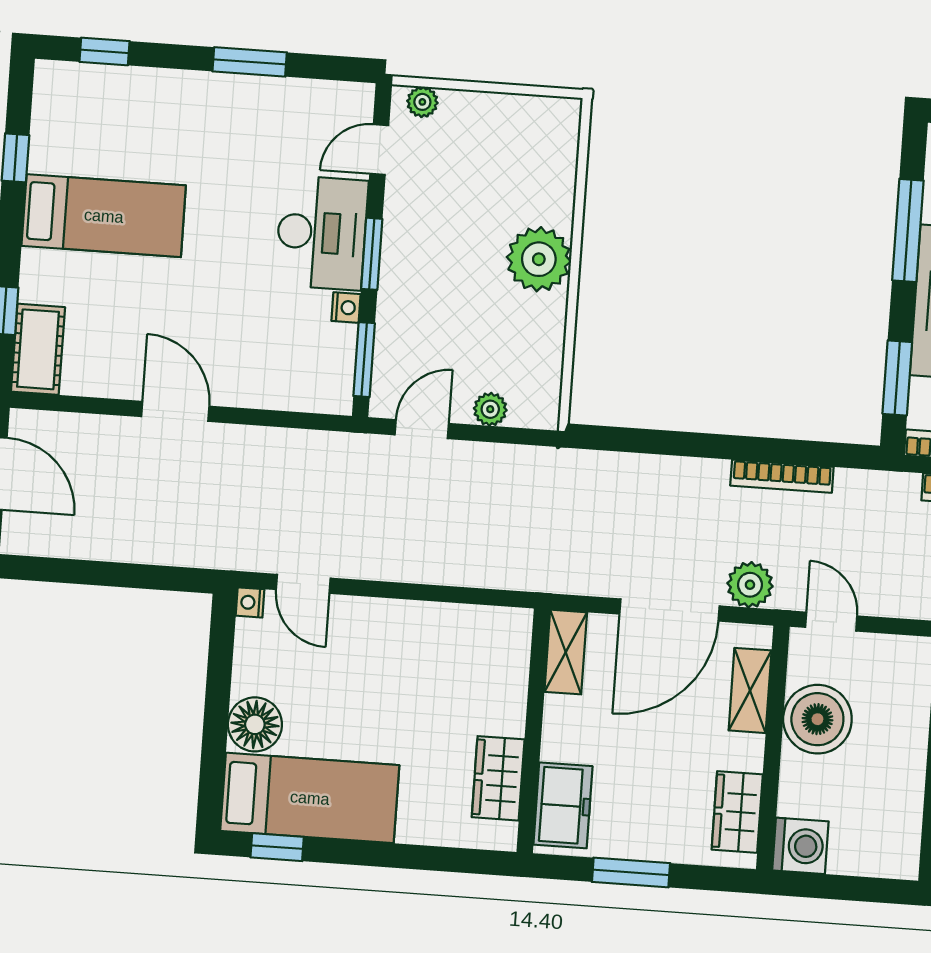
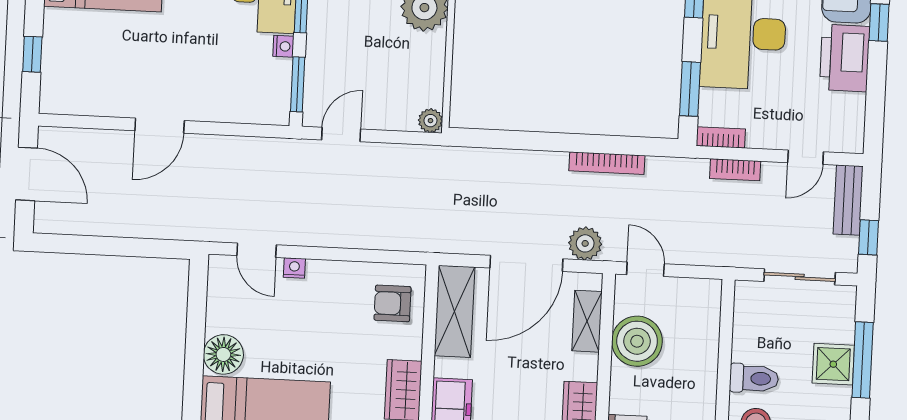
cot: (38, 349) -> (58, 82), removed
plant: (490, 409) -> (430, 121), moved
door: (175, 411) -> (160, 126), swing flipped
nightstand: (250, 602) -> (294, 268), moved, turned 90
shelving: (566, 652) -> (455, 311), width x1.50, depth x1.33
armchair: (486, 660) -> (393, 303), added

